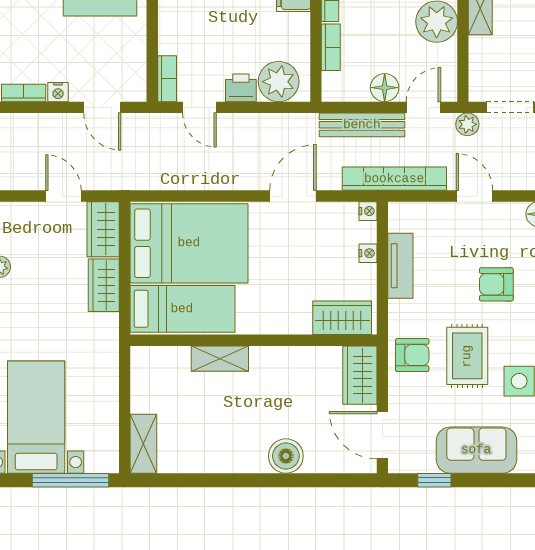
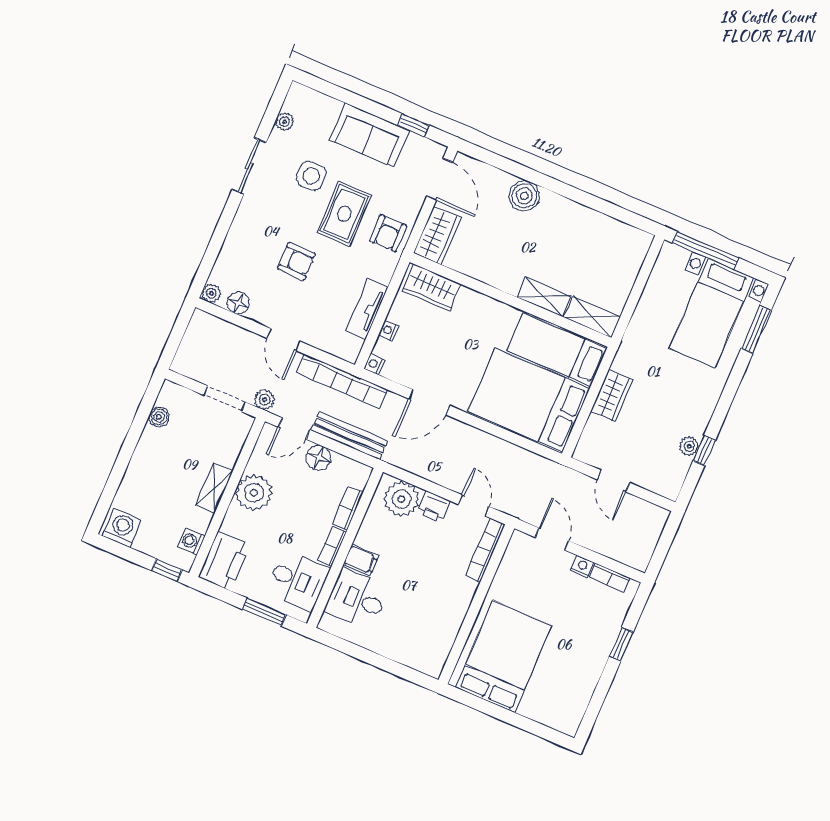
bookcase: (167, 79) -> (485, 550), width x1.56
wardrobe: (103, 229) -> (593, 441), removed
armchair: (412, 355) -> (388, 233), turned -90
shelving: (143, 444) -> (592, 317), moved, turned 90

